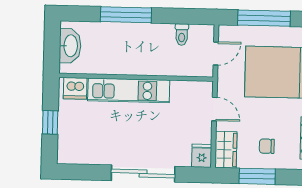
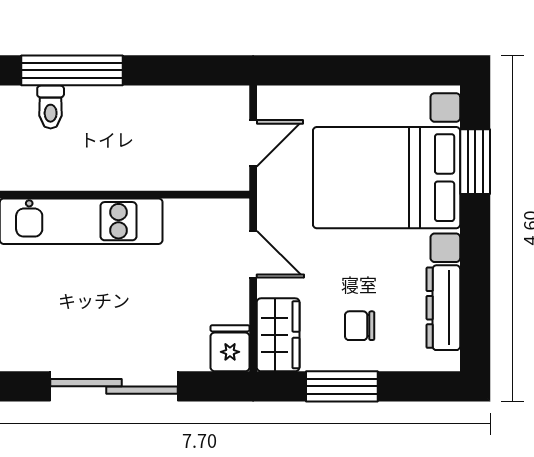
window: (264, 18) -> (348, 70), removed
toilet: (182, 35) -> (51, 107), moved

